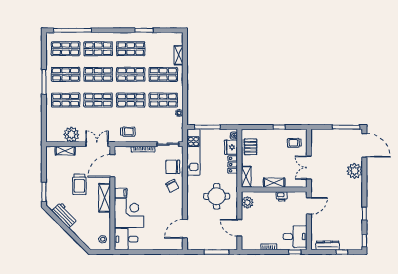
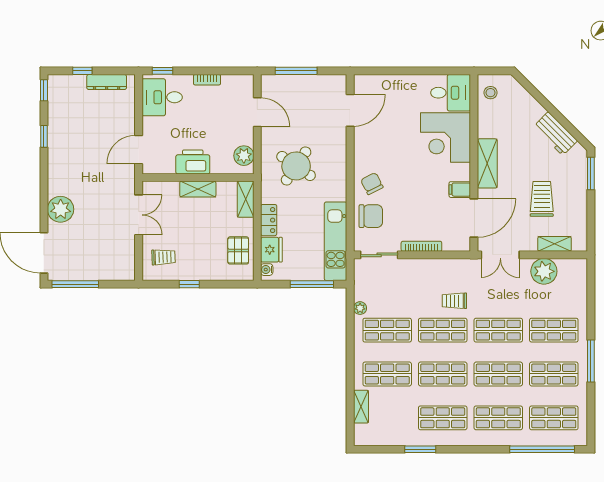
trolley: (128, 132) -> (454, 301), moved
trolley: (79, 184) -> (542, 199), moved
filing cabinet: (121, 193) -> (460, 190), moved
round table: (217, 196) -> (296, 166), turned 34
printer: (282, 196) -> (193, 162), width x1.87, depth x1.48

